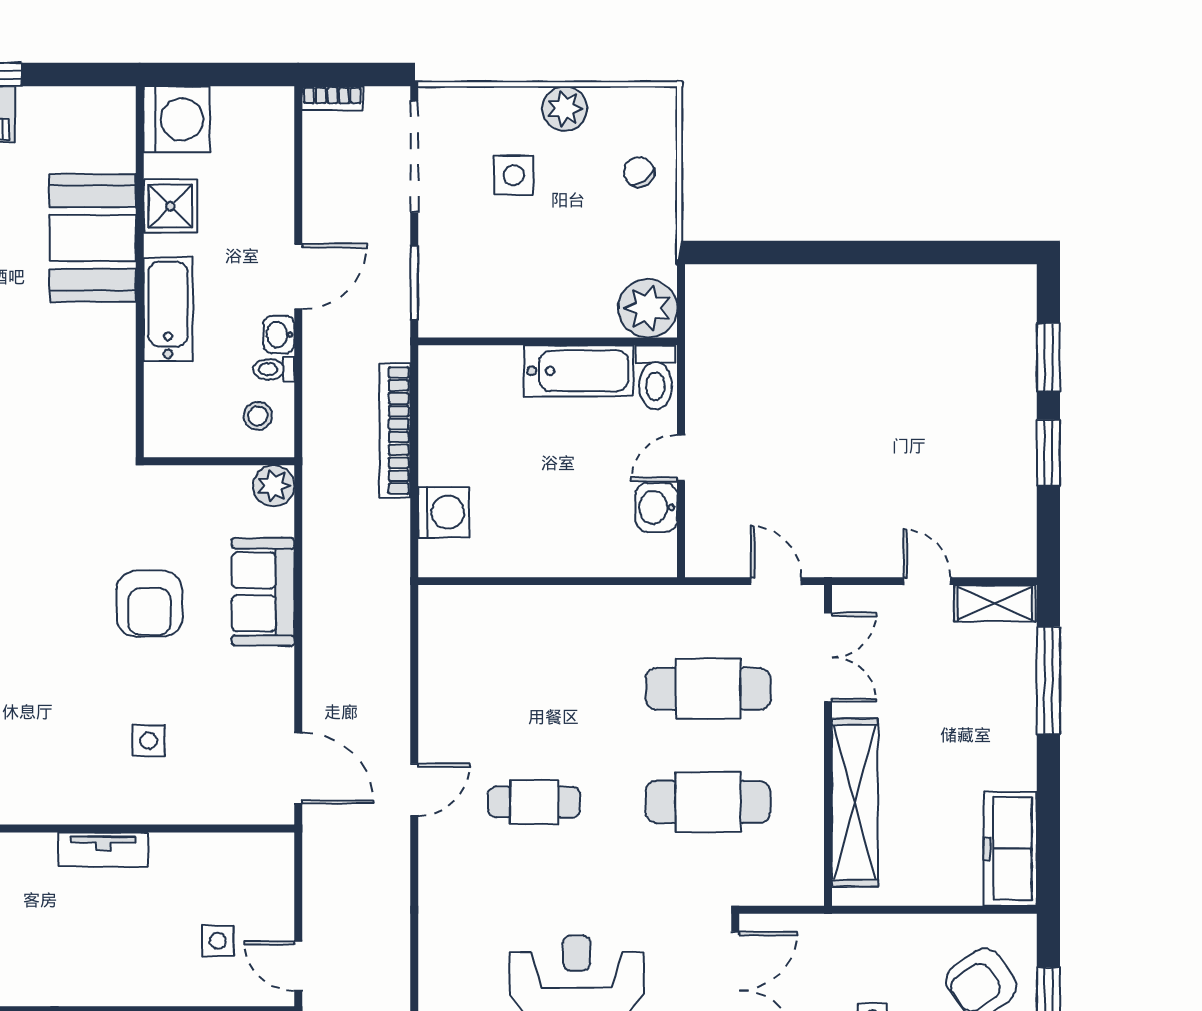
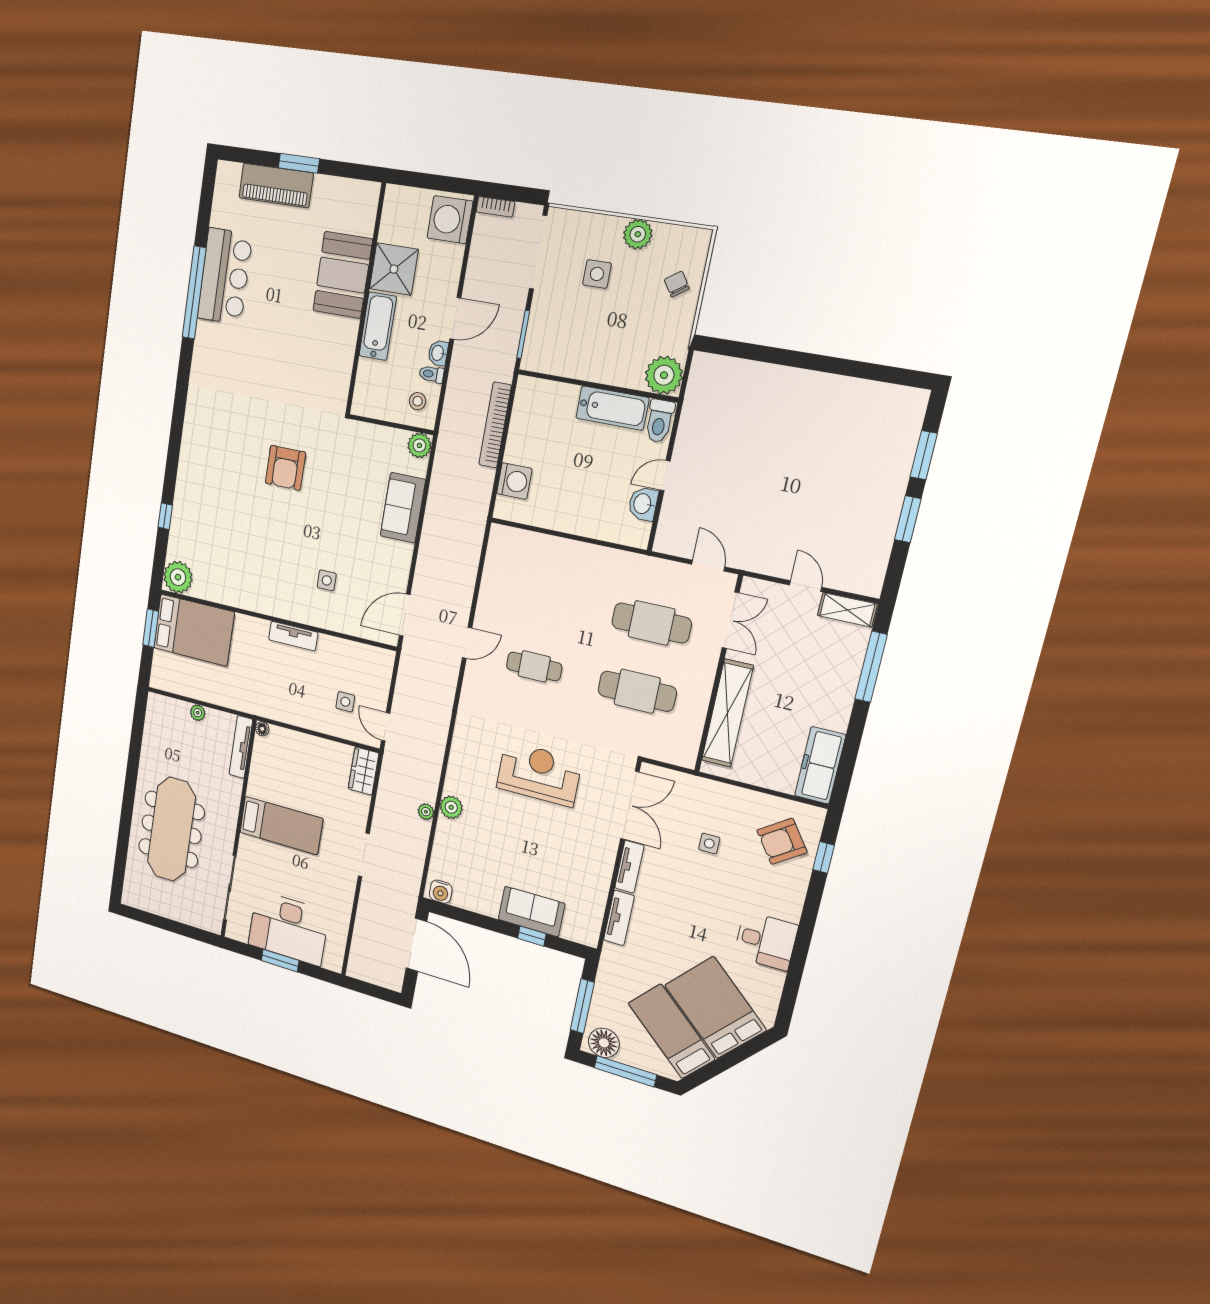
washing machine: (177, 119) -> (450, 220), moved, turned 180
shower: (170, 206) -> (394, 269), width x1.36, depth x1.36
armchair: (149, 604) -> (285, 468), moved
door: (298, 768) -> (405, 615), swing flipped

